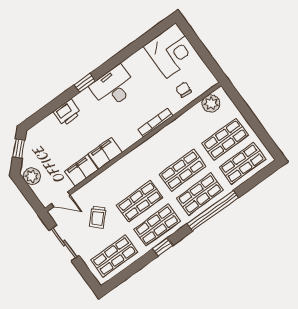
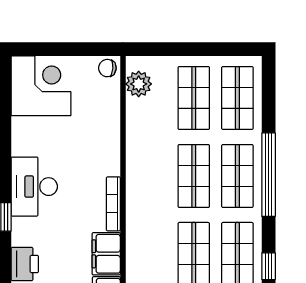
chair: (184, 90) -> (107, 68), moved
bookcase: (156, 123) -> (113, 204), moved

